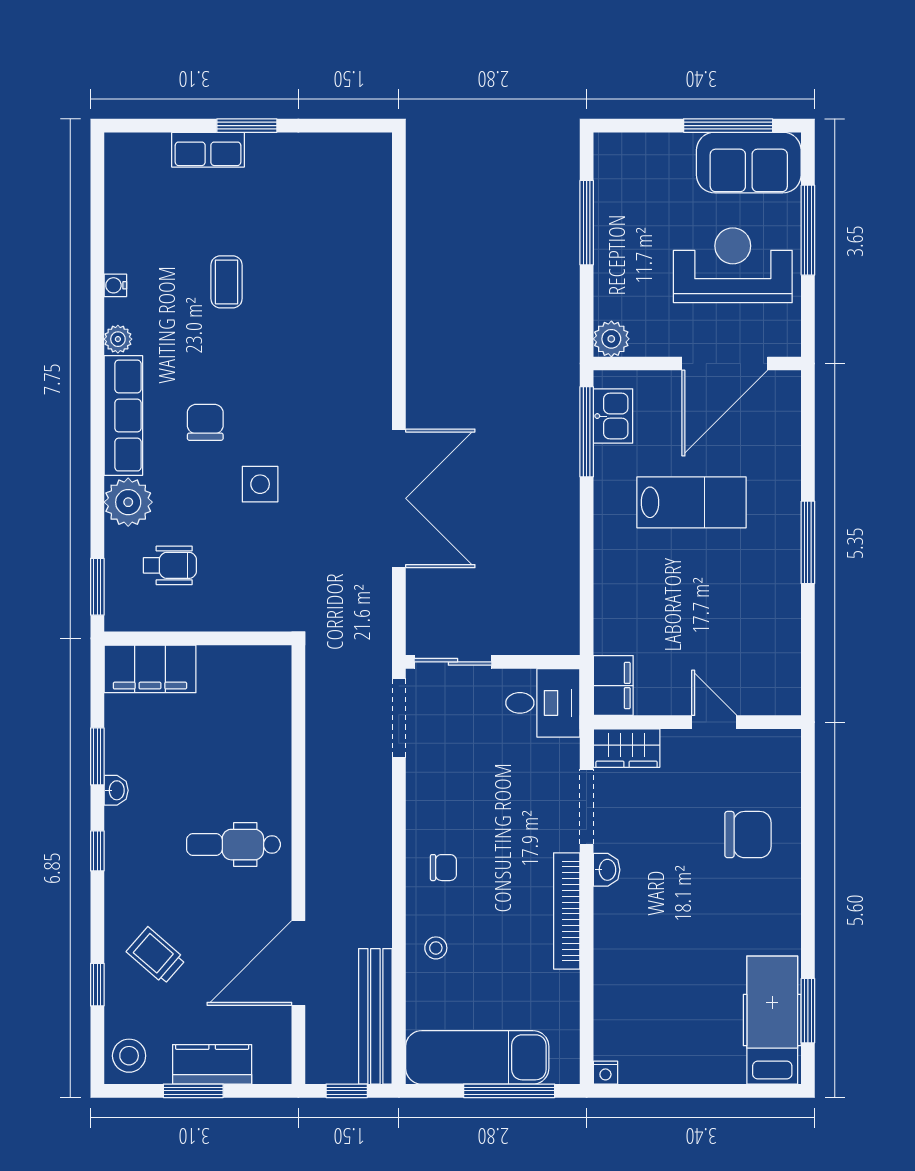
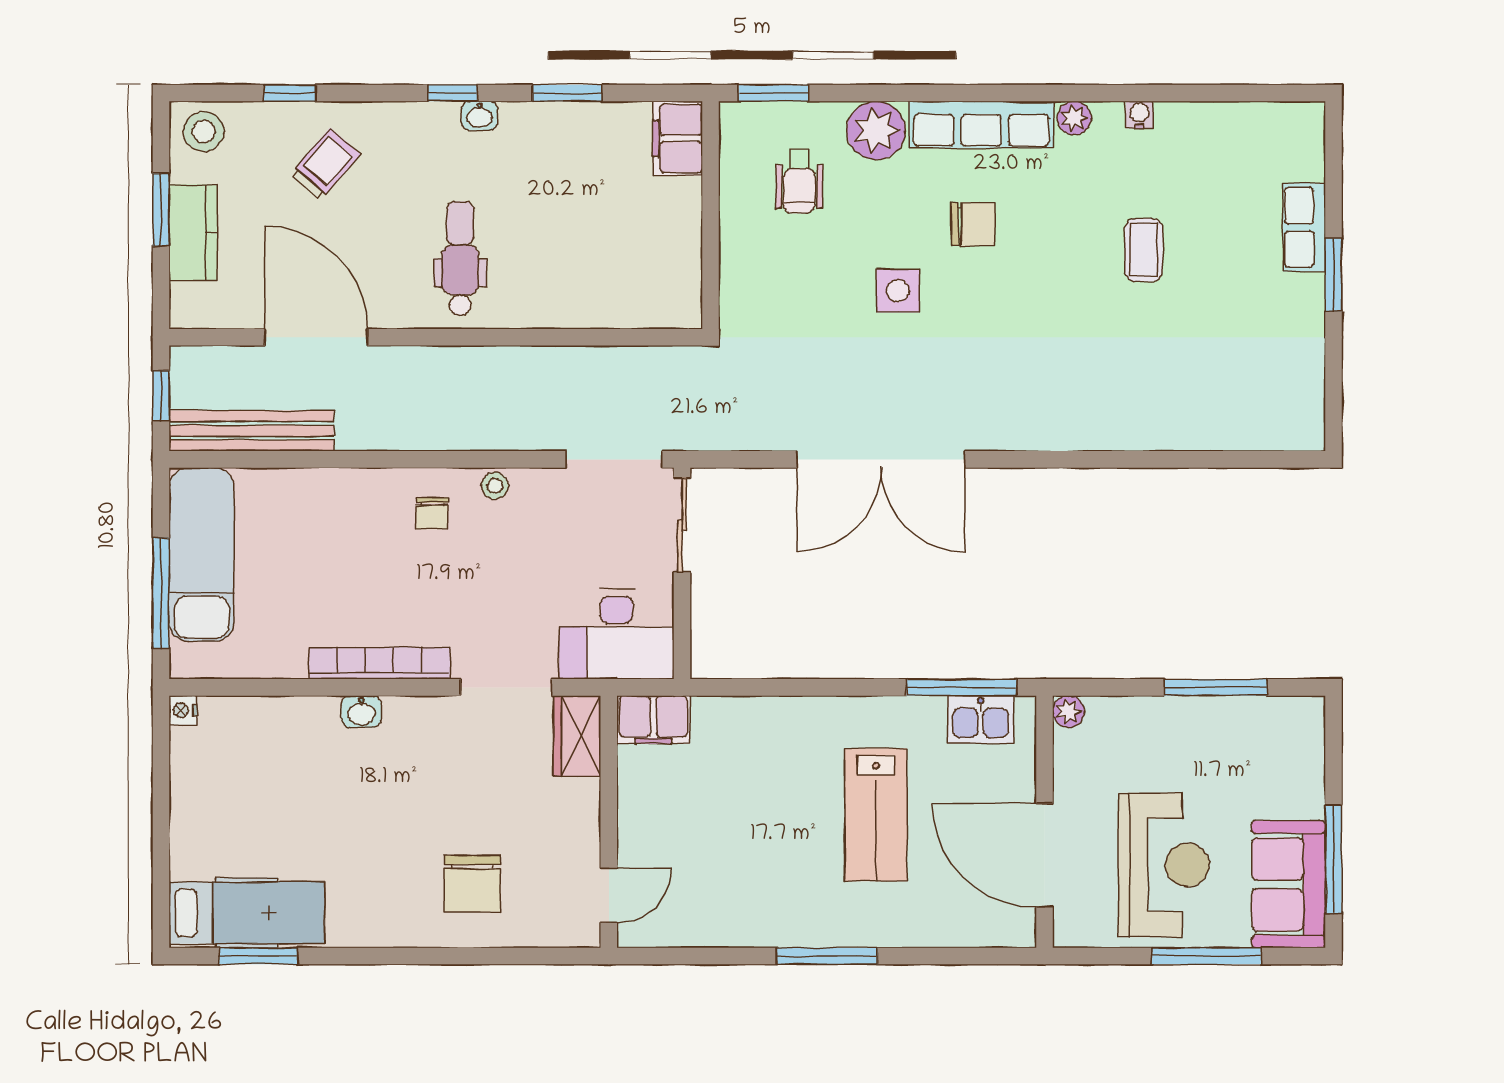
coffee table: (226, 282) -> (1144, 250), turned 90
plant: (611, 339) -> (1068, 711), width x0.73, depth x0.73
filing cabinet: (150, 669) -> (678, 138), width x0.67, depth x0.86
desk: (543, 703) -> (617, 634), width x1.37
door: (714, 722) -> (609, 895), moved
washbasin: (116, 790) -> (480, 116), moved
washbasin: (607, 870) -> (361, 712), moved
stool: (436, 948) -> (495, 486), moved

